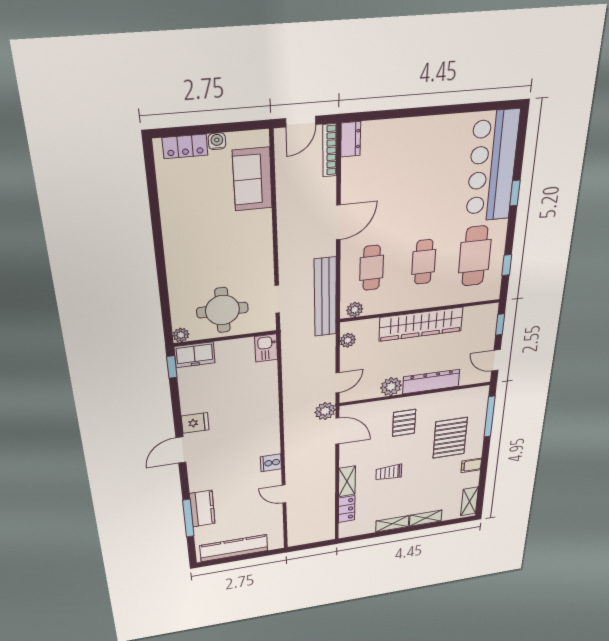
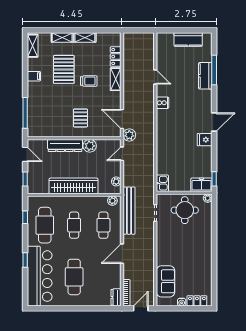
cafe table: (429, 171) -> (74, 277), added
pallet: (450, 438) -> (64, 69), moved
kitchen counter: (234, 548) -> (188, 39), width x0.67

